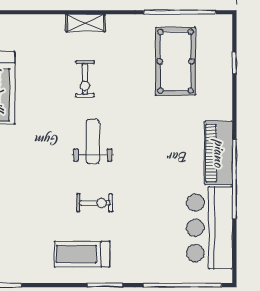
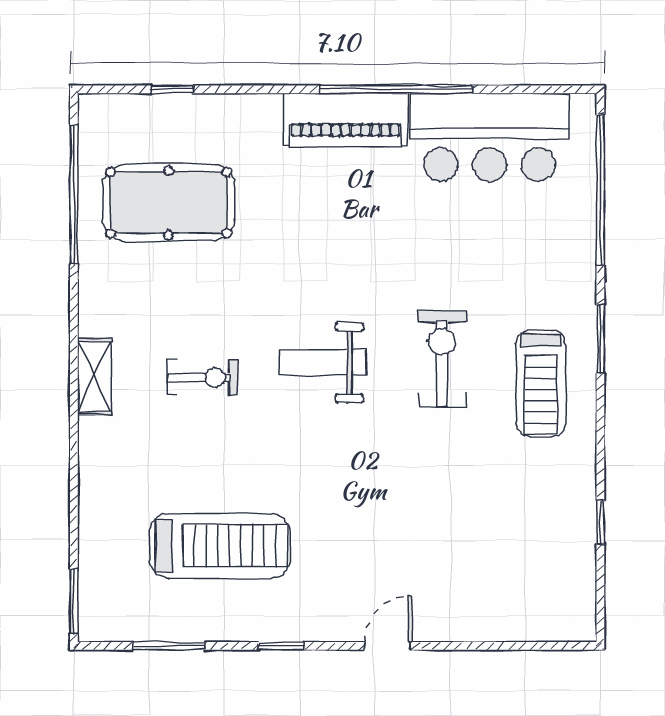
exercise bike: (95, 203) -> (442, 359), width x1.38, depth x1.39

